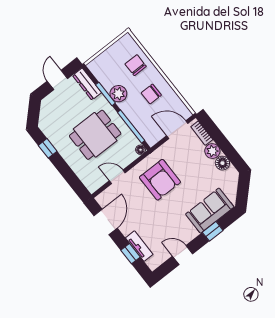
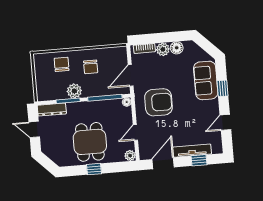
chair: (136, 65) -> (62, 64), turned 90
door: (177, 130) -> (131, 75), moved
dining table: (95, 135) -> (90, 142), moved
window: (48, 148) -> (94, 169), moved
plant: (92, 186) -> (130, 156), added
door: (106, 222) -> (163, 163), hinge flipped
tv unit: (139, 246) -> (192, 151), width x1.41

